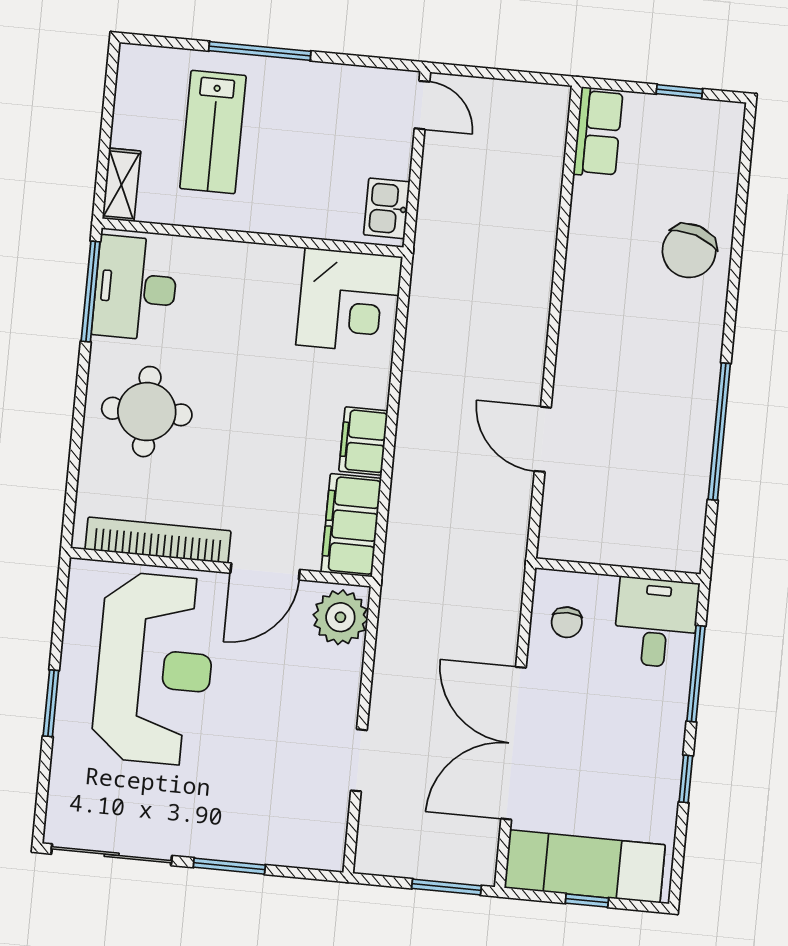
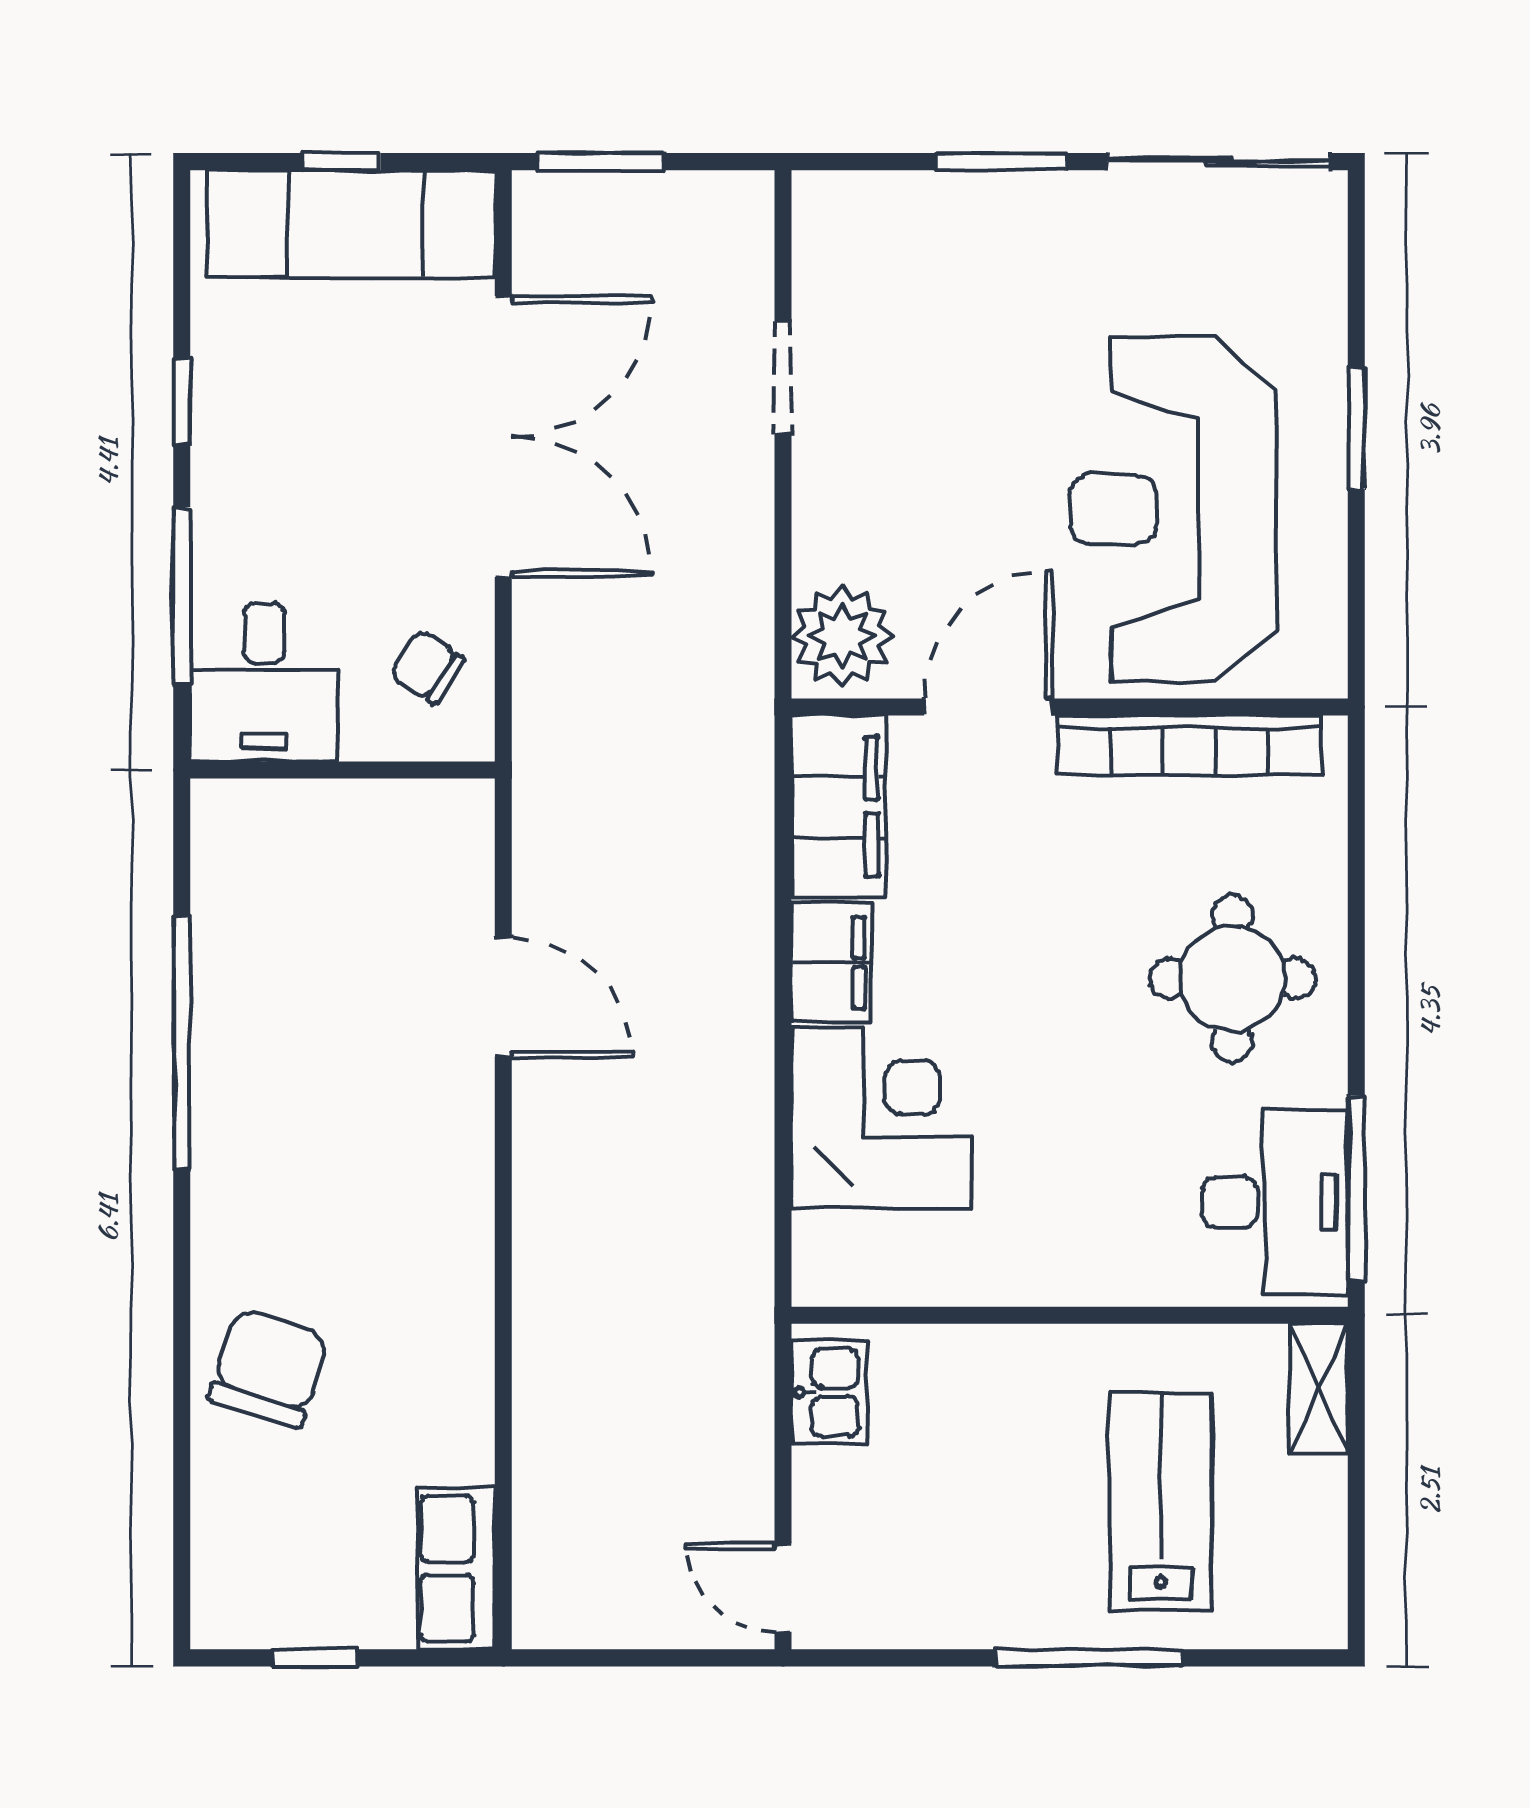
corner desk: (349, 301) -> (882, 1118), moved, turned 90
chair: (567, 622) -> (427, 667), turned -57

